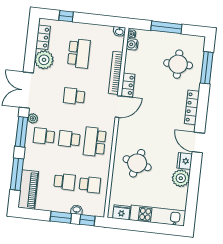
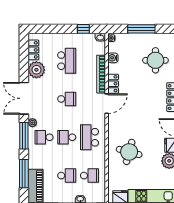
window: (66, 16) -> (83, 29), moved
water cooler: (132, 44) -> (113, 58), moved
school desk: (74, 96) -> (67, 99), turned 180

